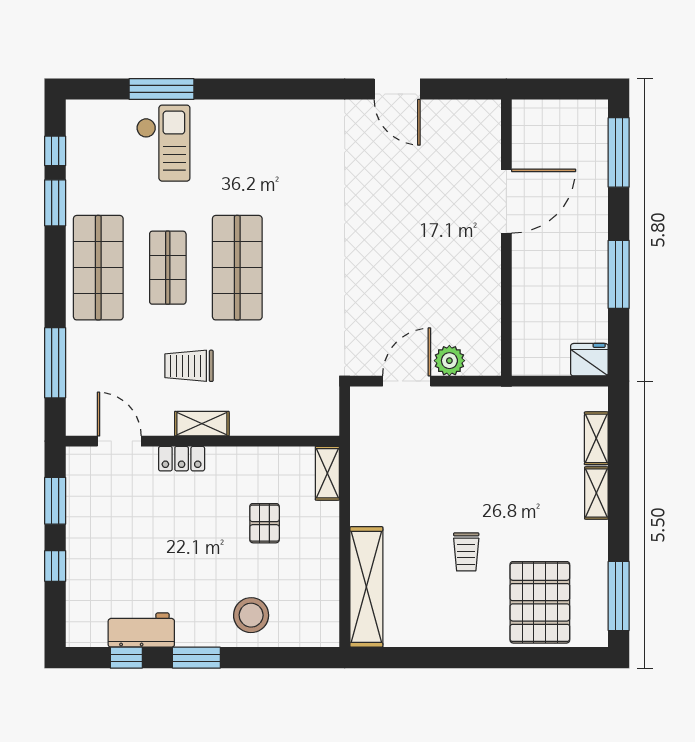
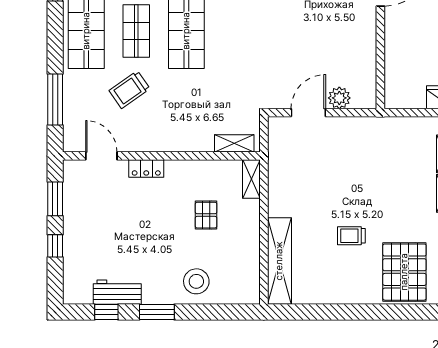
trolley: (189, 366) -> (129, 90), moved, turned -35
shelving: (202, 424) -> (234, 143), moved
trolley: (466, 552) -> (351, 236), turned 90

